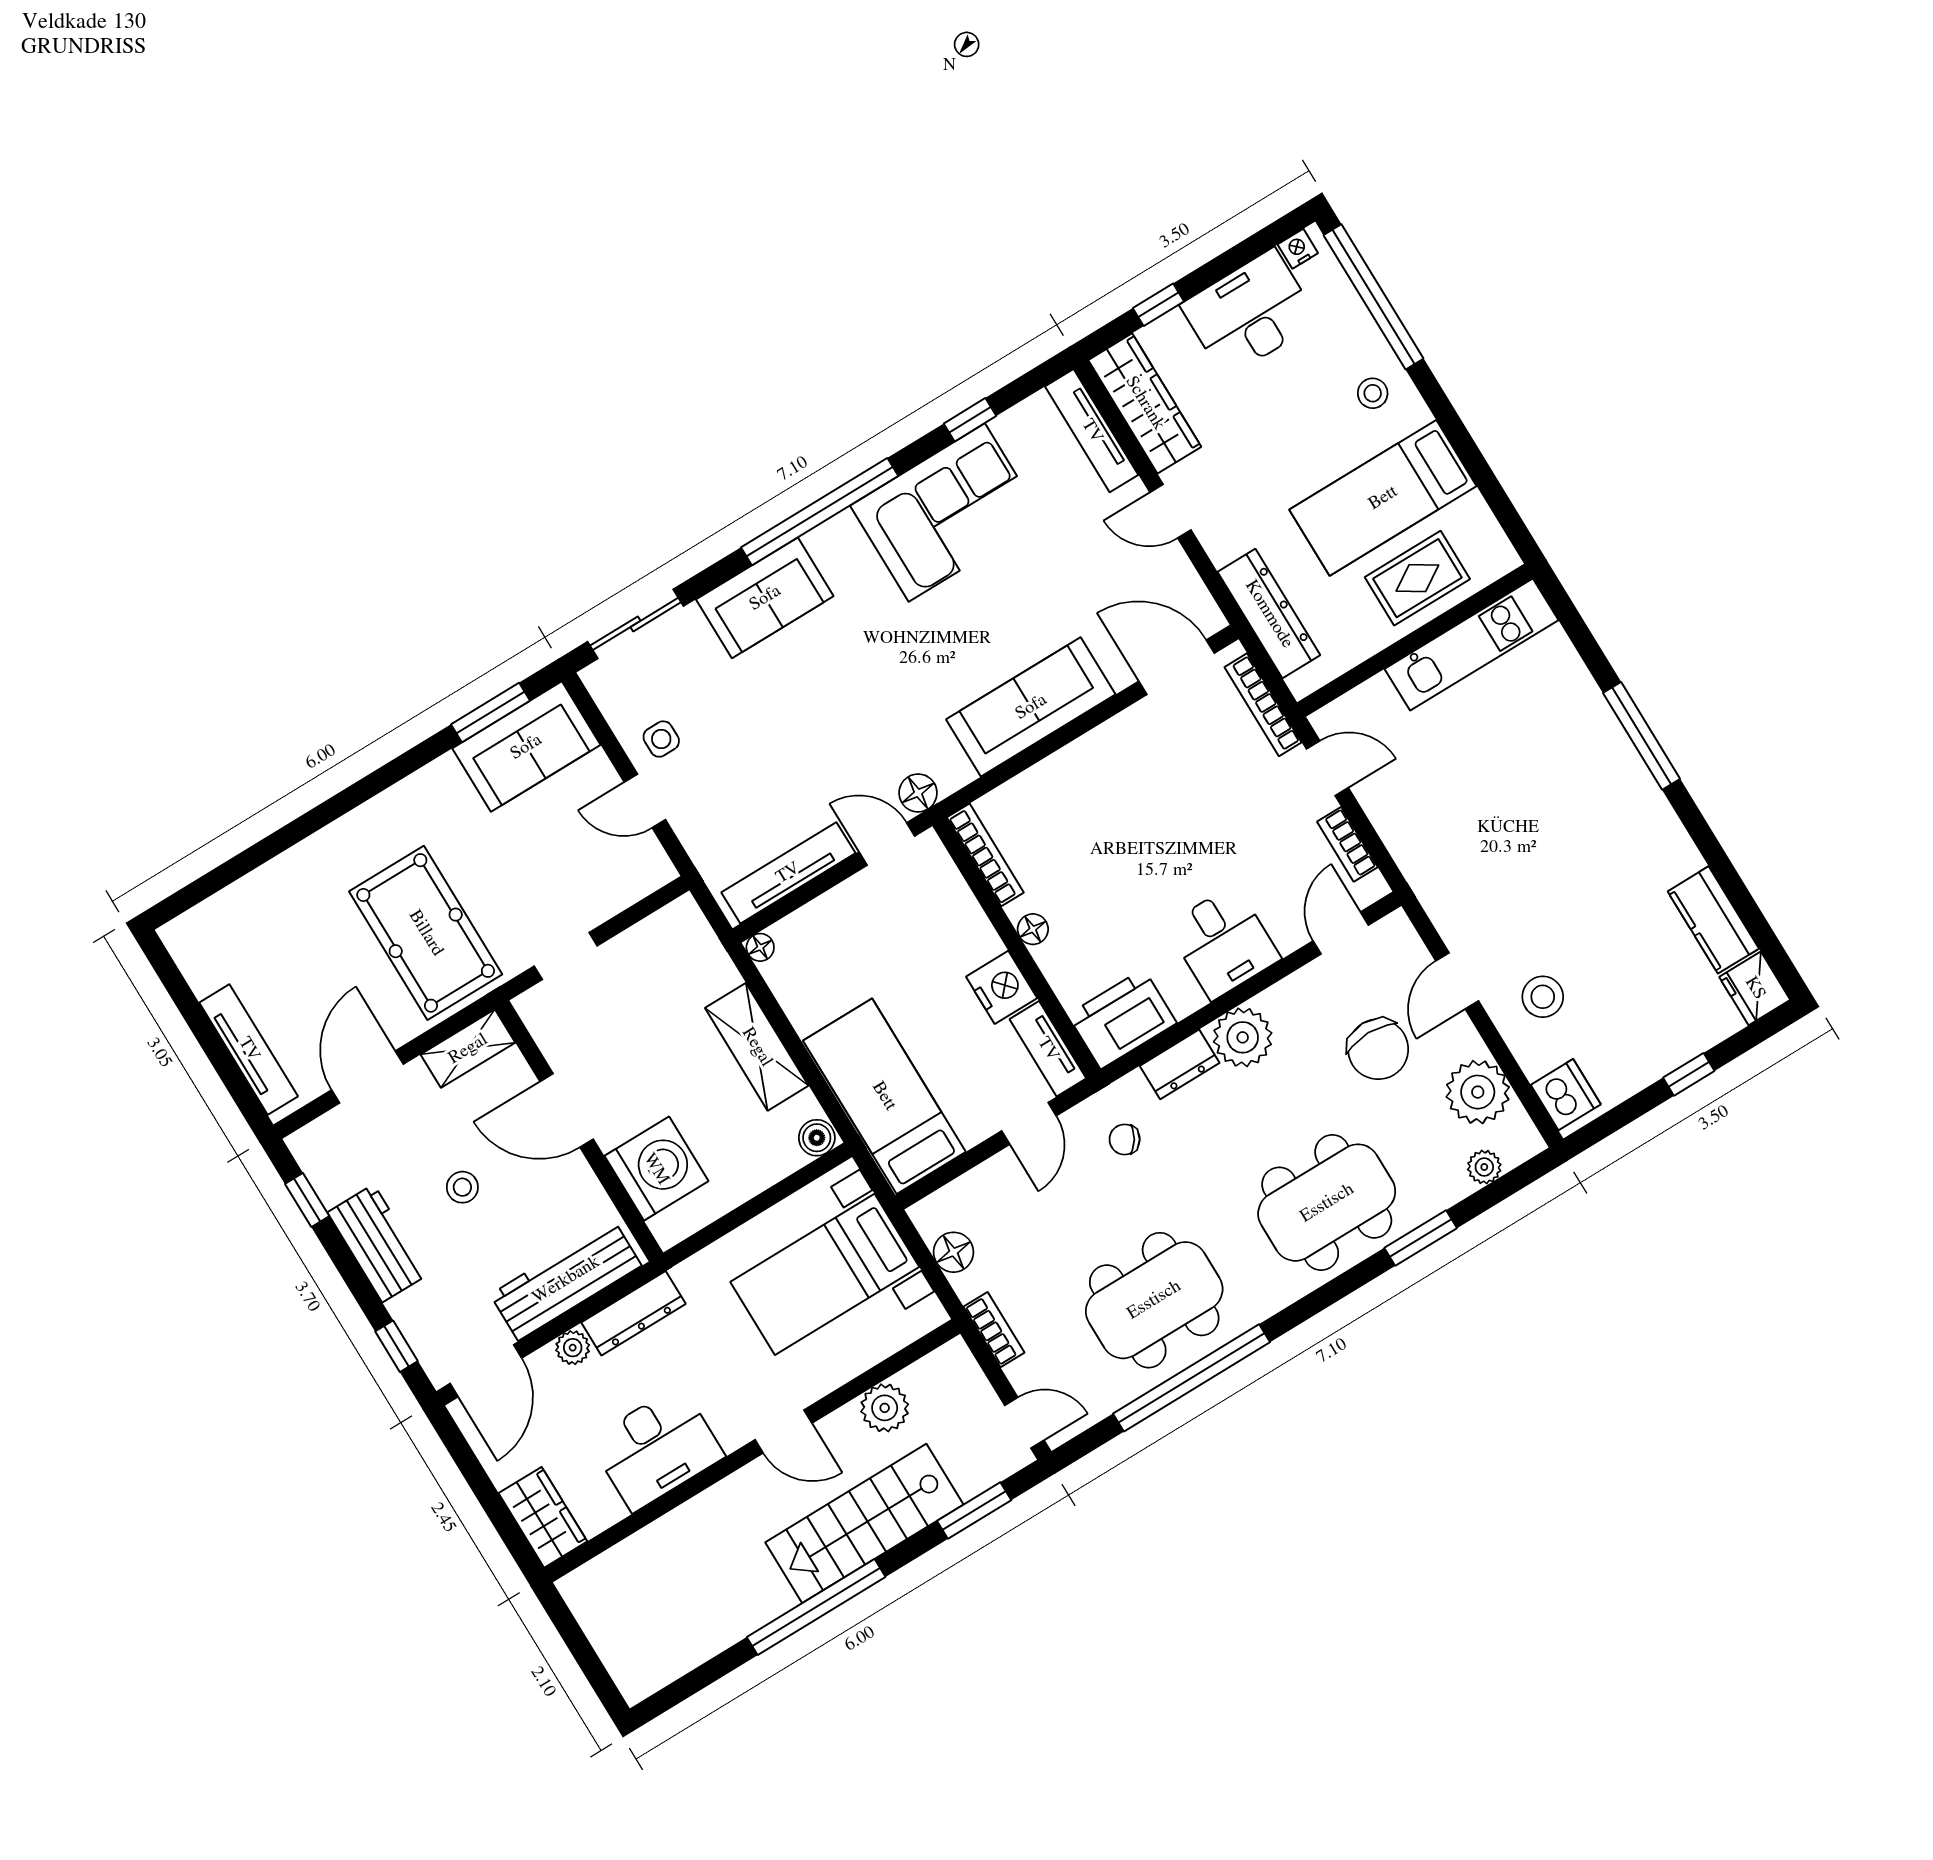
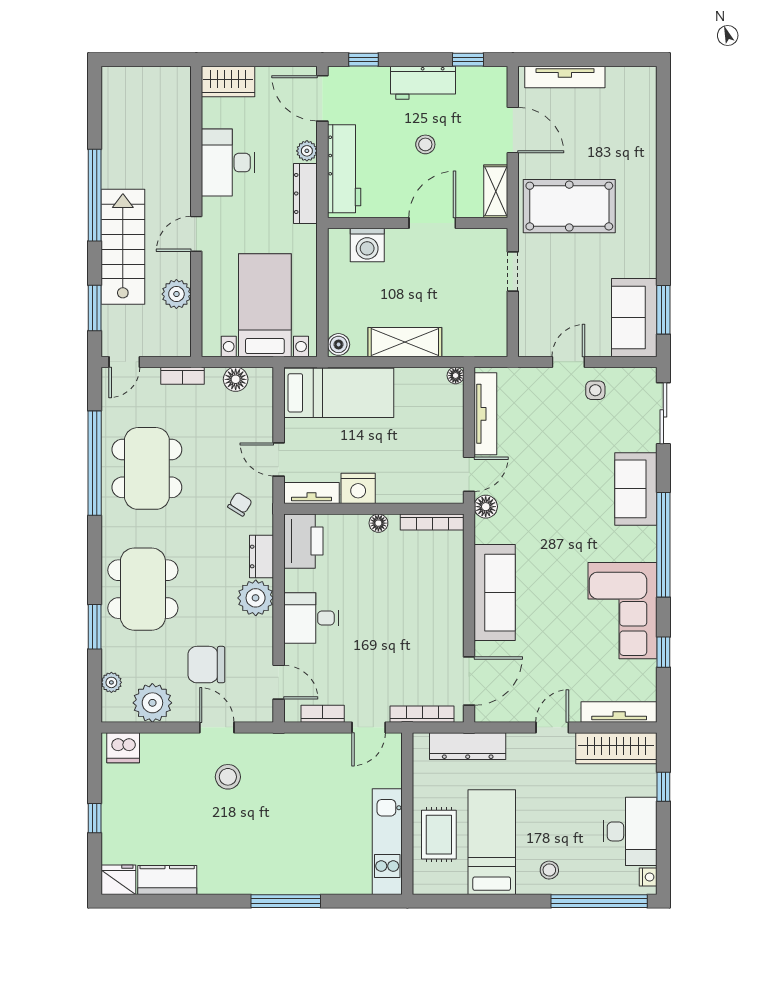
stool: (1543, 997) -> (228, 777), moved
washing machine: (656, 1169) -> (367, 245), width x0.73, depth x0.73

